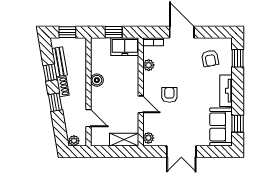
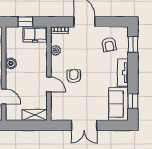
plant: (148, 138) -> (56, 114), removed

